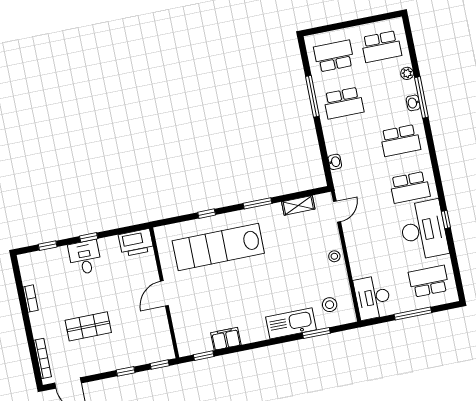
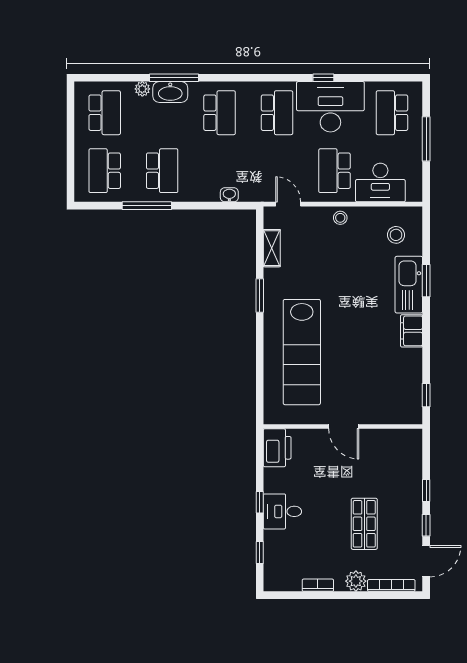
washbasin: (413, 103) -> (170, 92), width x1.91, depth x1.45
window: (207, 214) -> (260, 358), removed
school desk: (372, 244) -> (334, 171), added
desk: (373, 297) -> (380, 182), moved
plant: (40, 329) -> (356, 581), added
window: (316, 333) -> (426, 281), moved
filing cabinet: (226, 339) -> (412, 331), moved
window: (160, 365) -> (426, 525), moved

